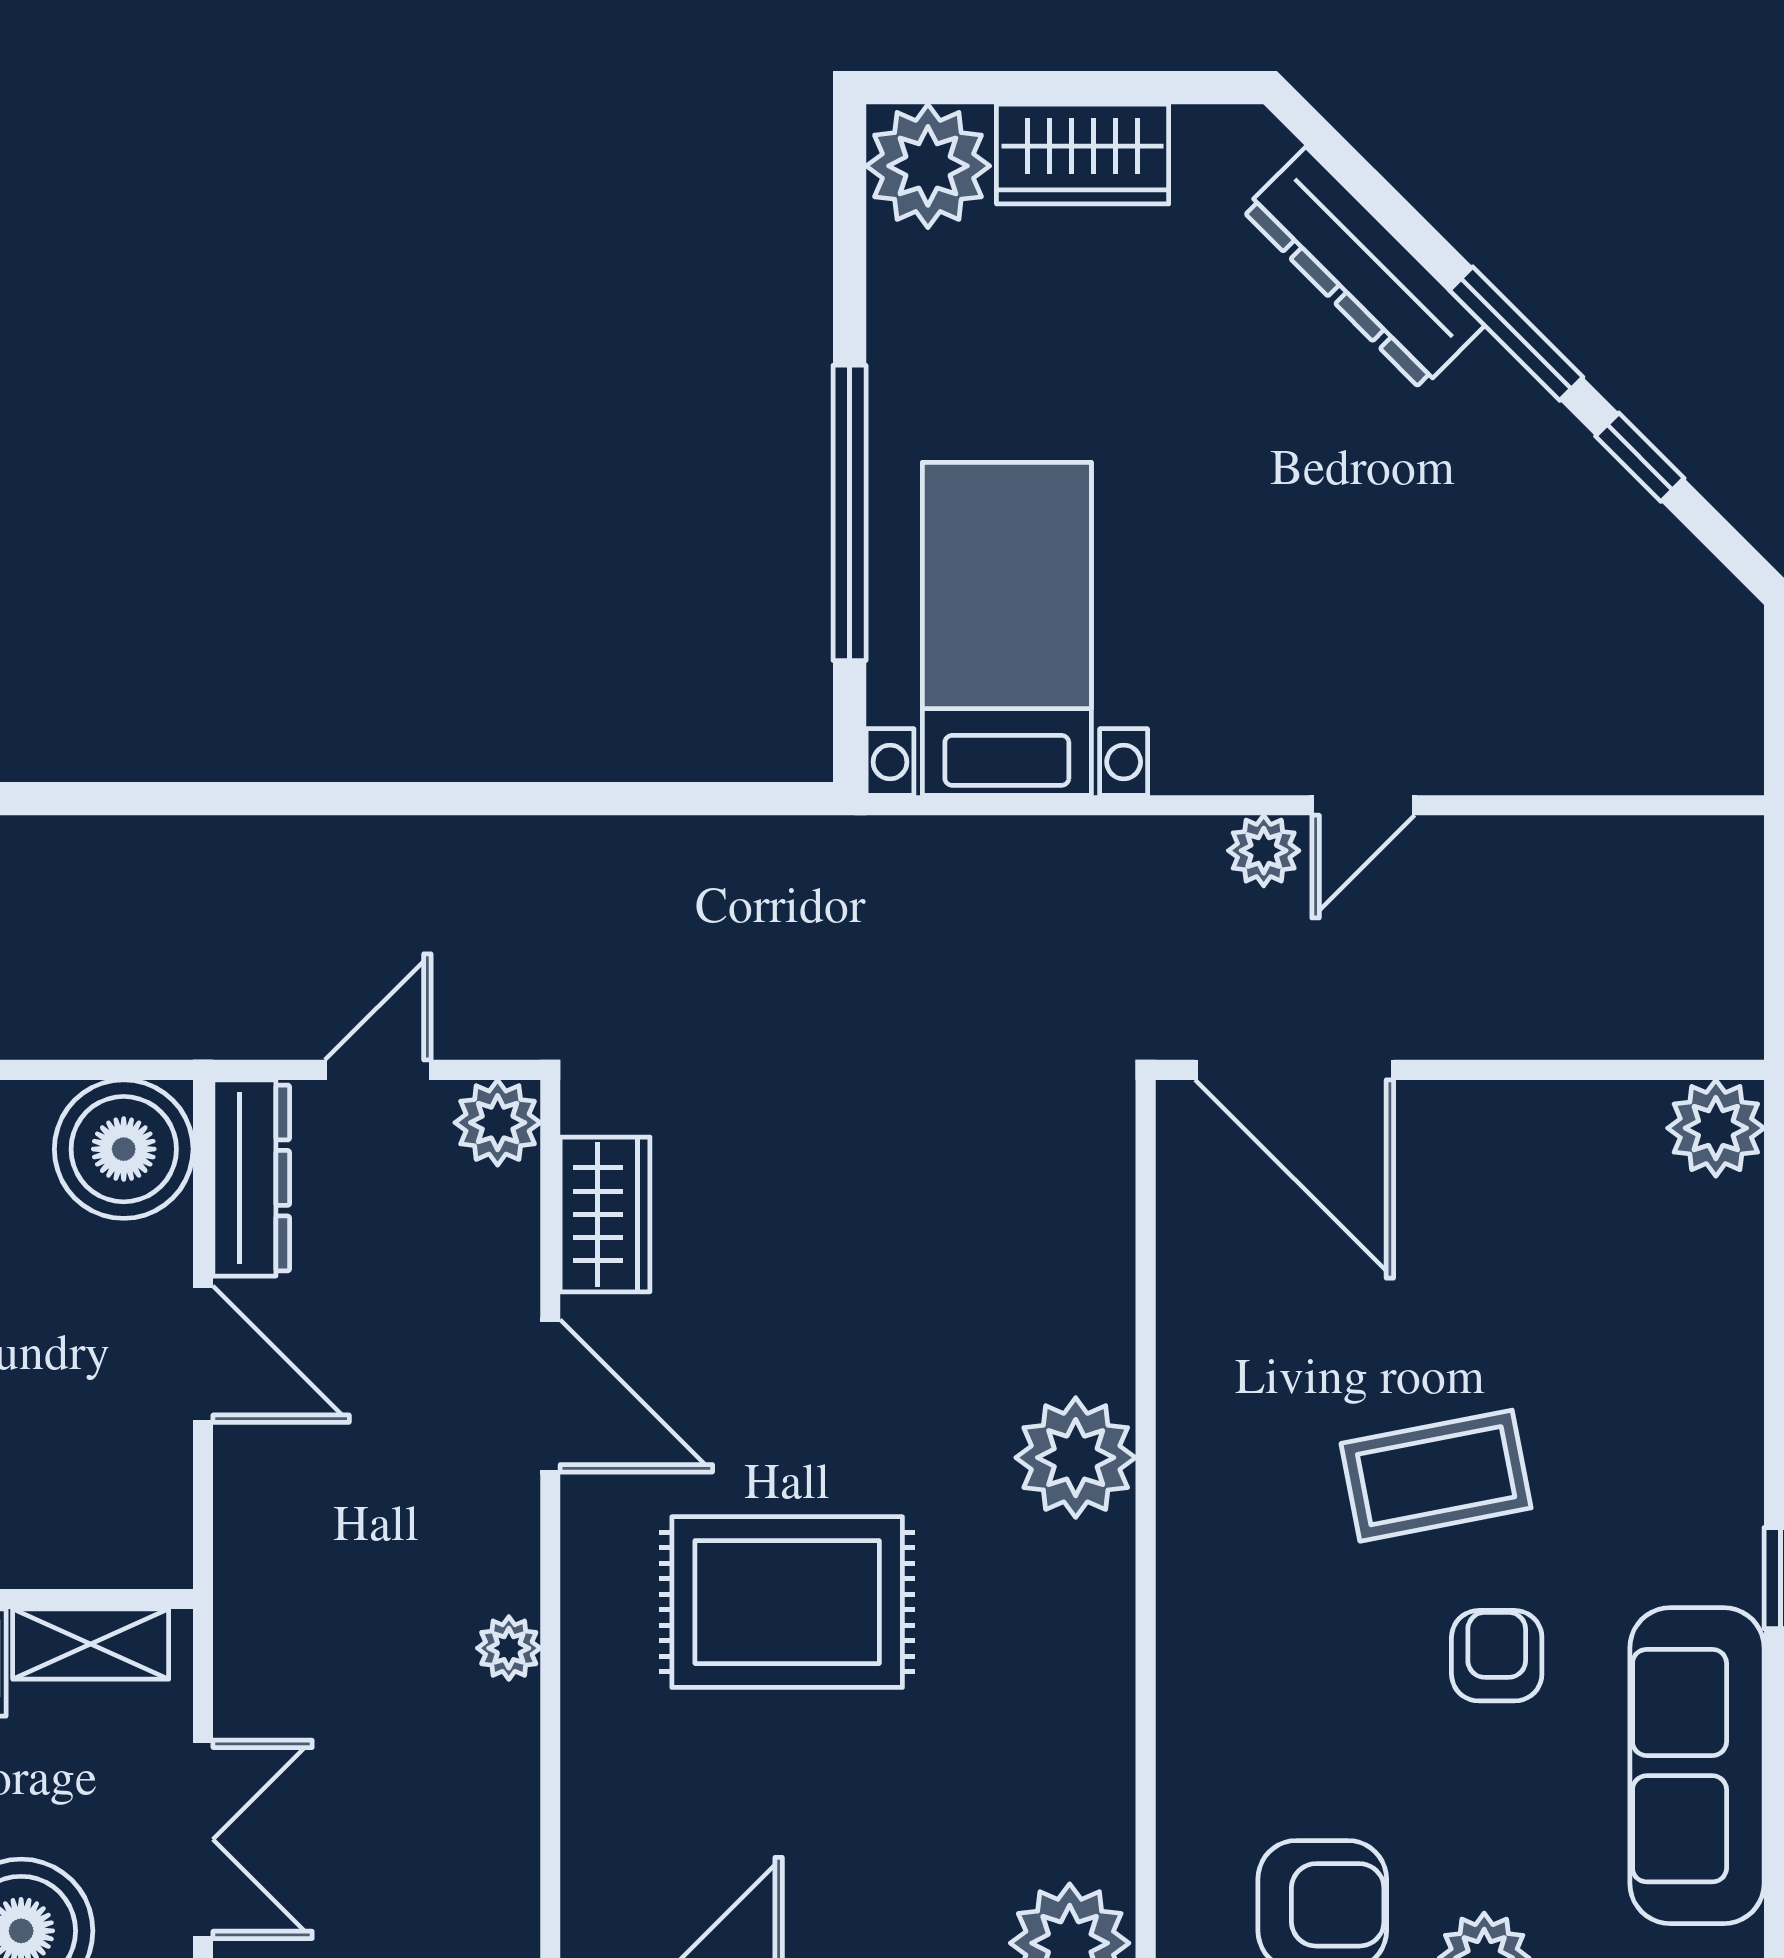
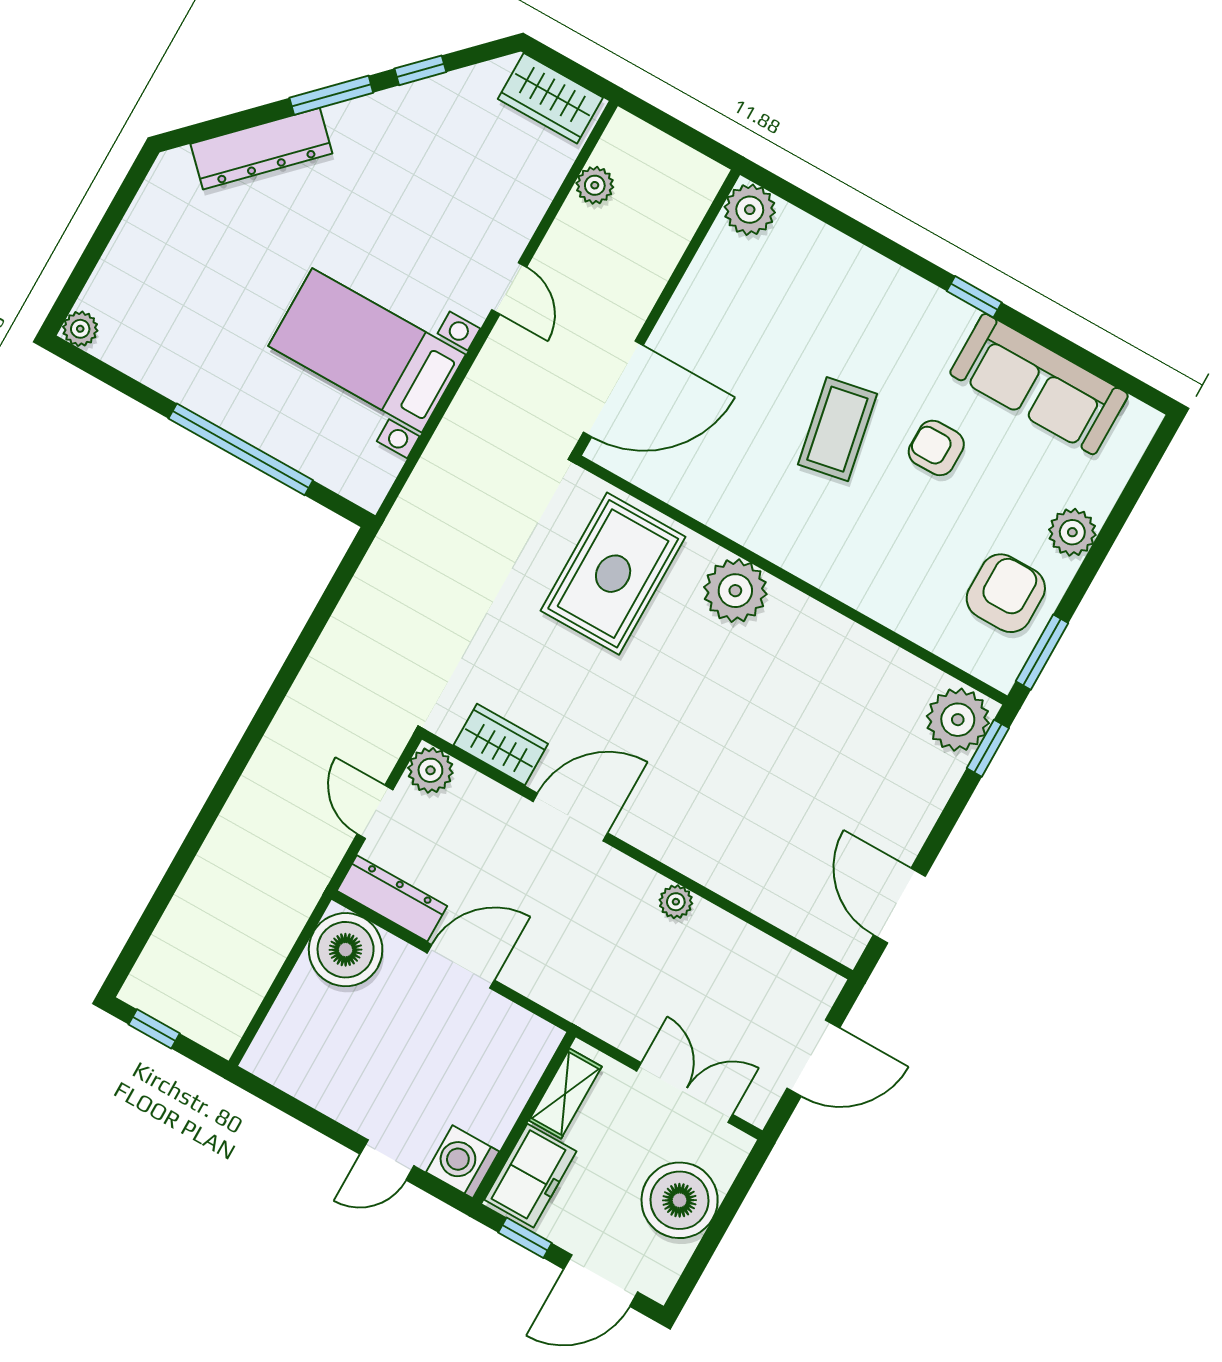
wardrobe: (1083, 154) -> (550, 98), moved, turned 90
plant: (928, 166) -> (80, 329), width x0.53, depth x0.53
bed with nightstands: (1007, 629) -> (367, 350), moved
plant: (1264, 851) -> (595, 185), moved
rug: (787, 1602) -> (613, 574), moved

